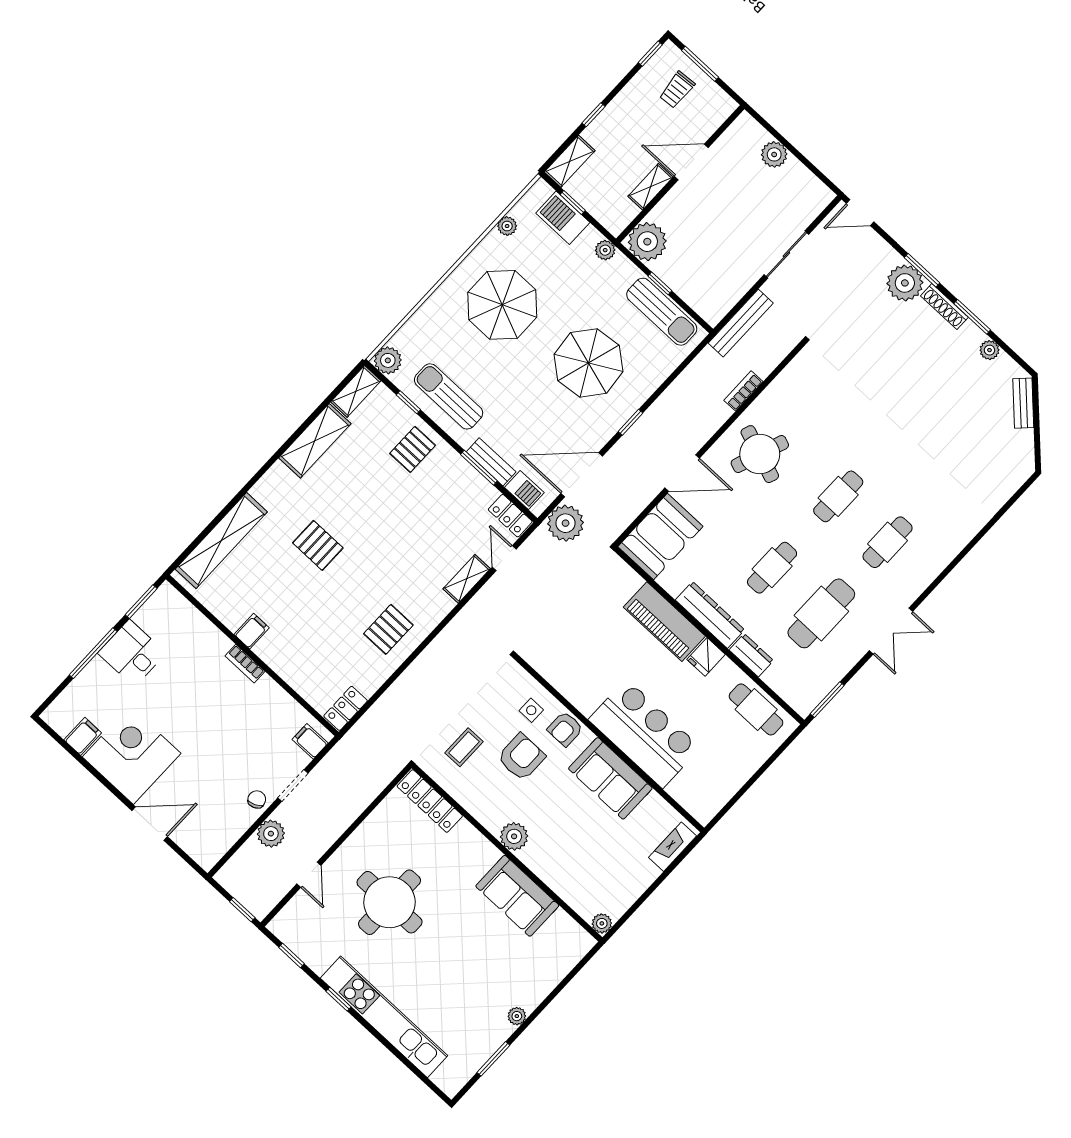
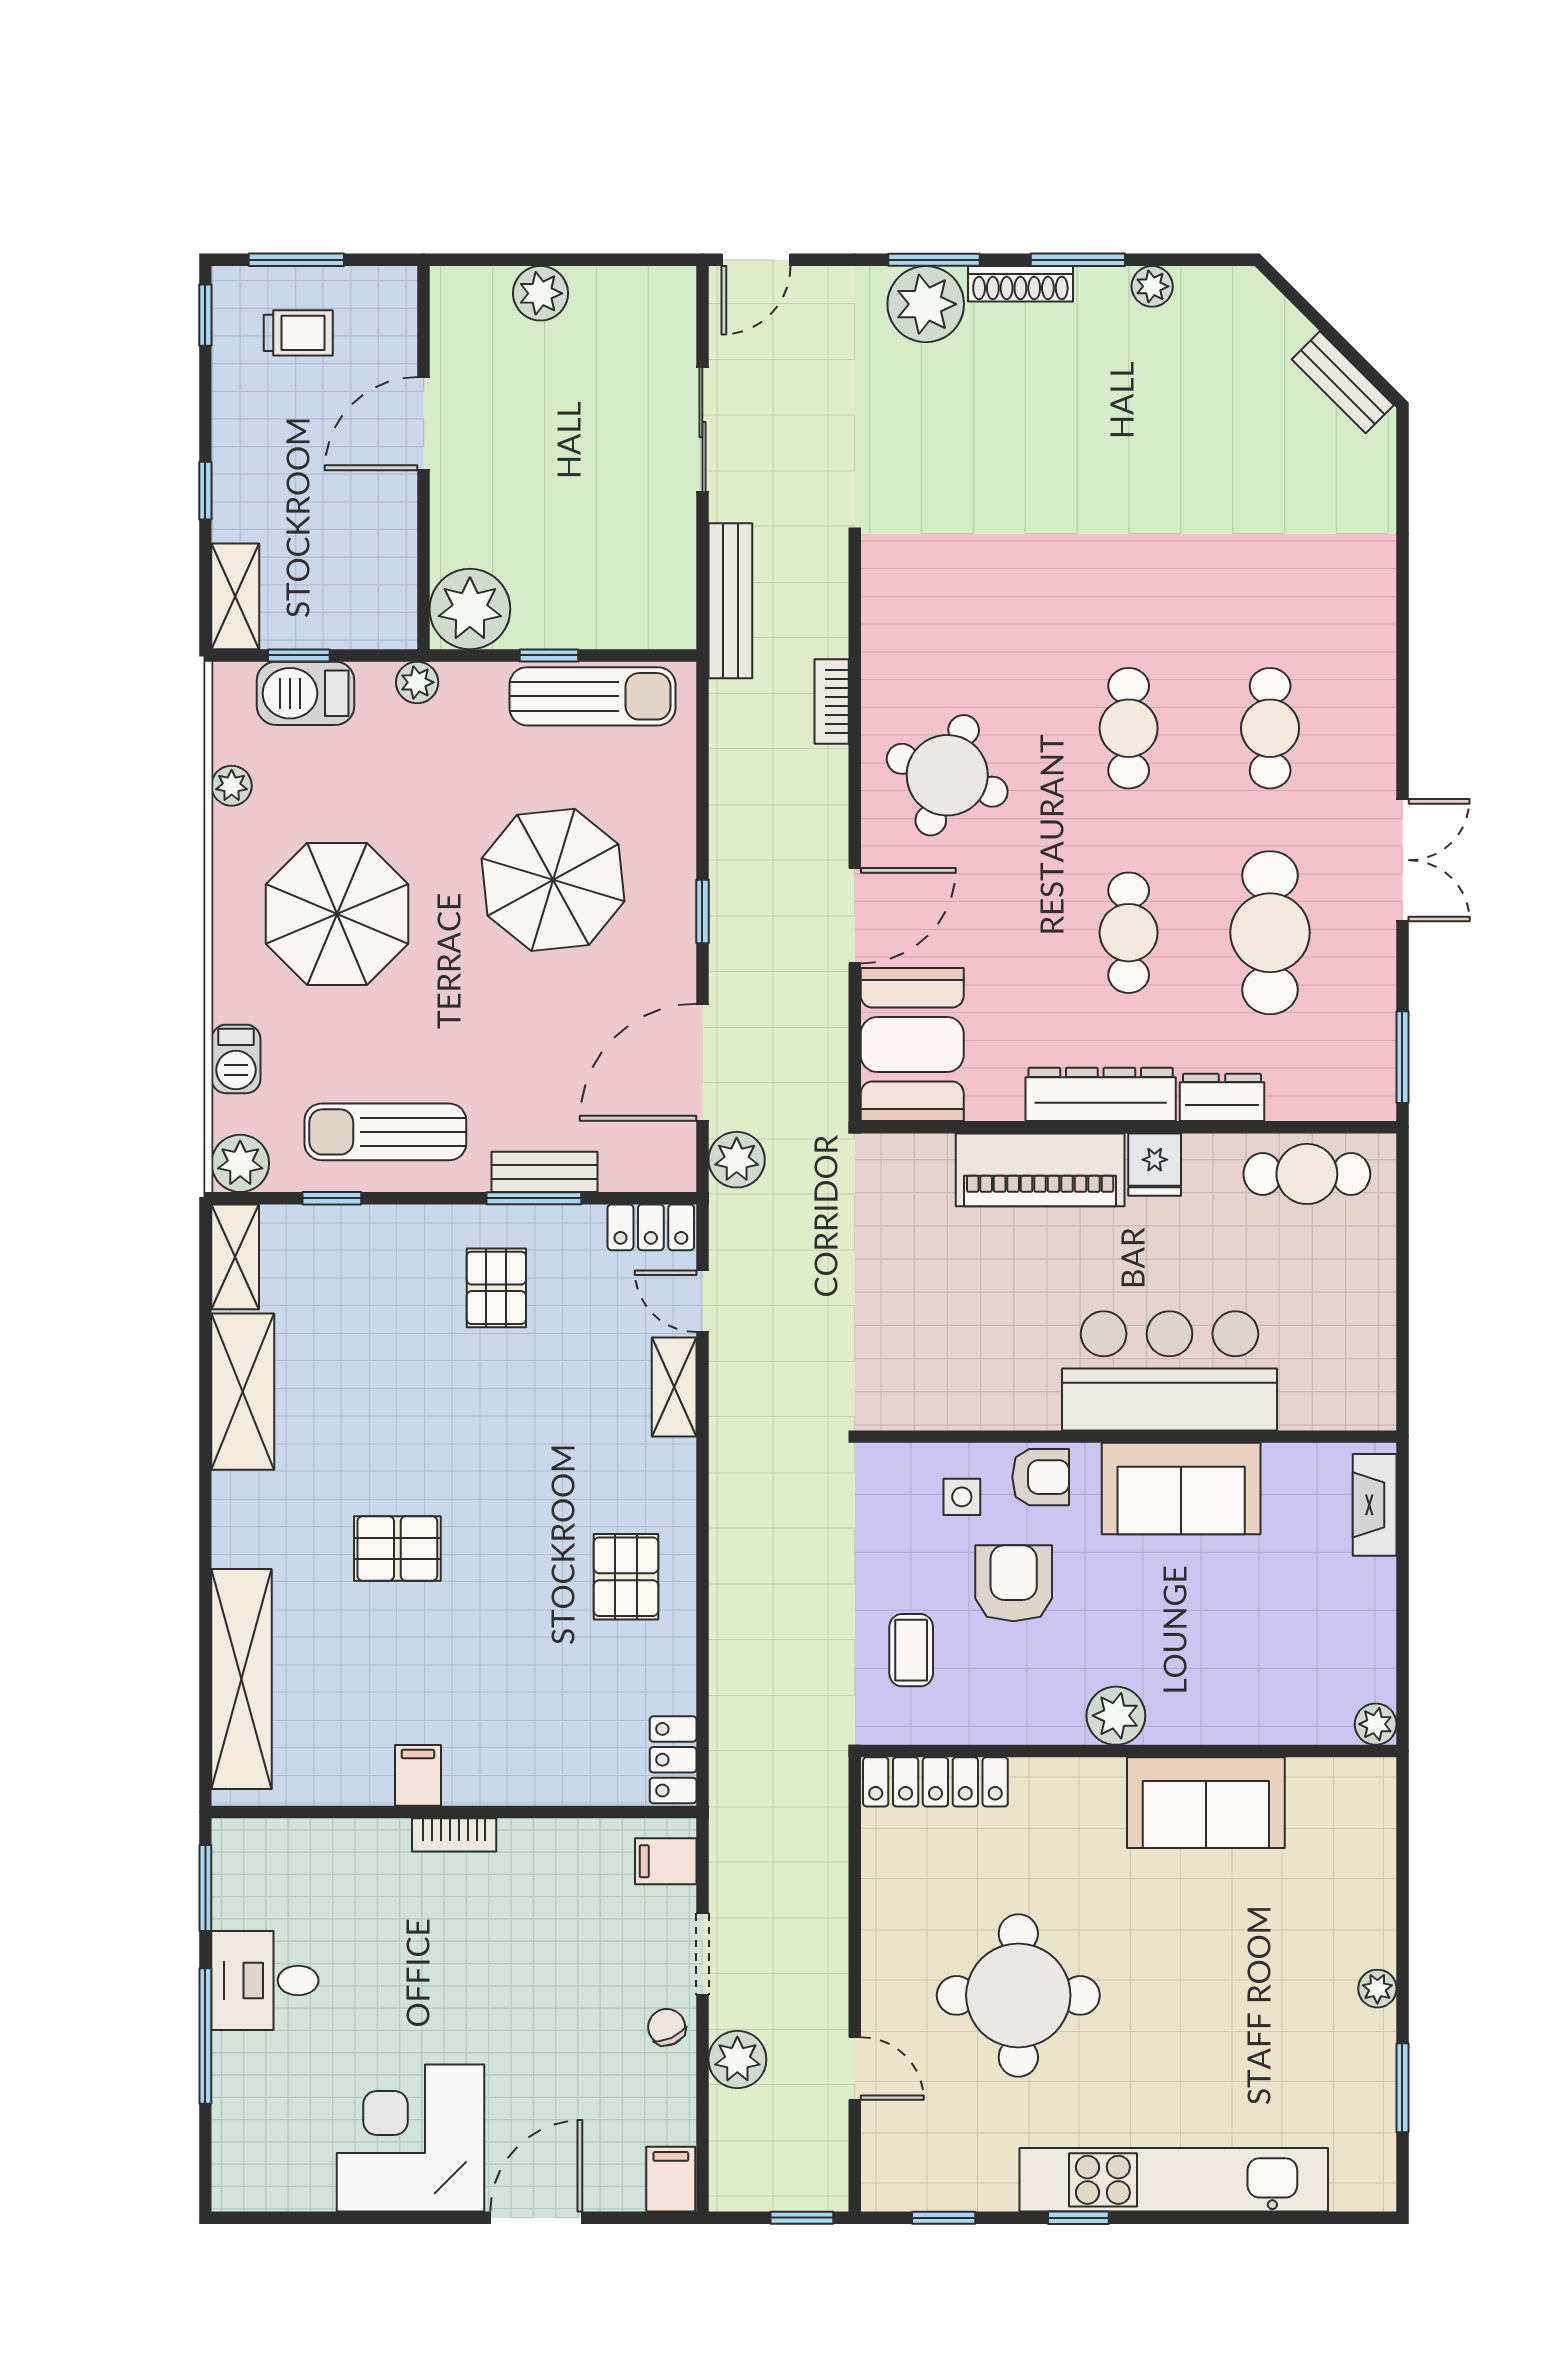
trolley: (677, 90) -> (298, 333), turned -86
shelving: (650, 187) -> (396, 520), removed
bench: (1023, 403) -> (1343, 382), moved
pallet: (413, 449) -> (496, 1288), moved
barbecue: (524, 490) -> (236, 1059), moved, turned 90
plant: (566, 523) -> (737, 1160), width x0.73, depth x0.73
armchair: (565, 729) -> (1041, 1477), turned -90
filing cabinet: (83, 736) -> (671, 2179), moved

